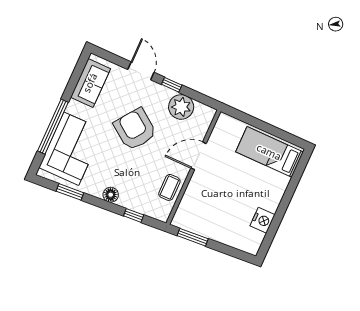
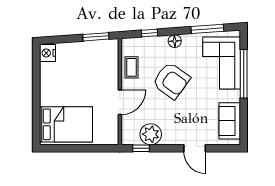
window: (172, 85) -> (141, 148), moved
armchair: (135, 129) -> (171, 81), moved
bed: (269, 152) -> (66, 124), width x1.50
window: (70, 192) -> (207, 29), width x1.44
nightstand: (262, 220) -> (47, 53), moved

